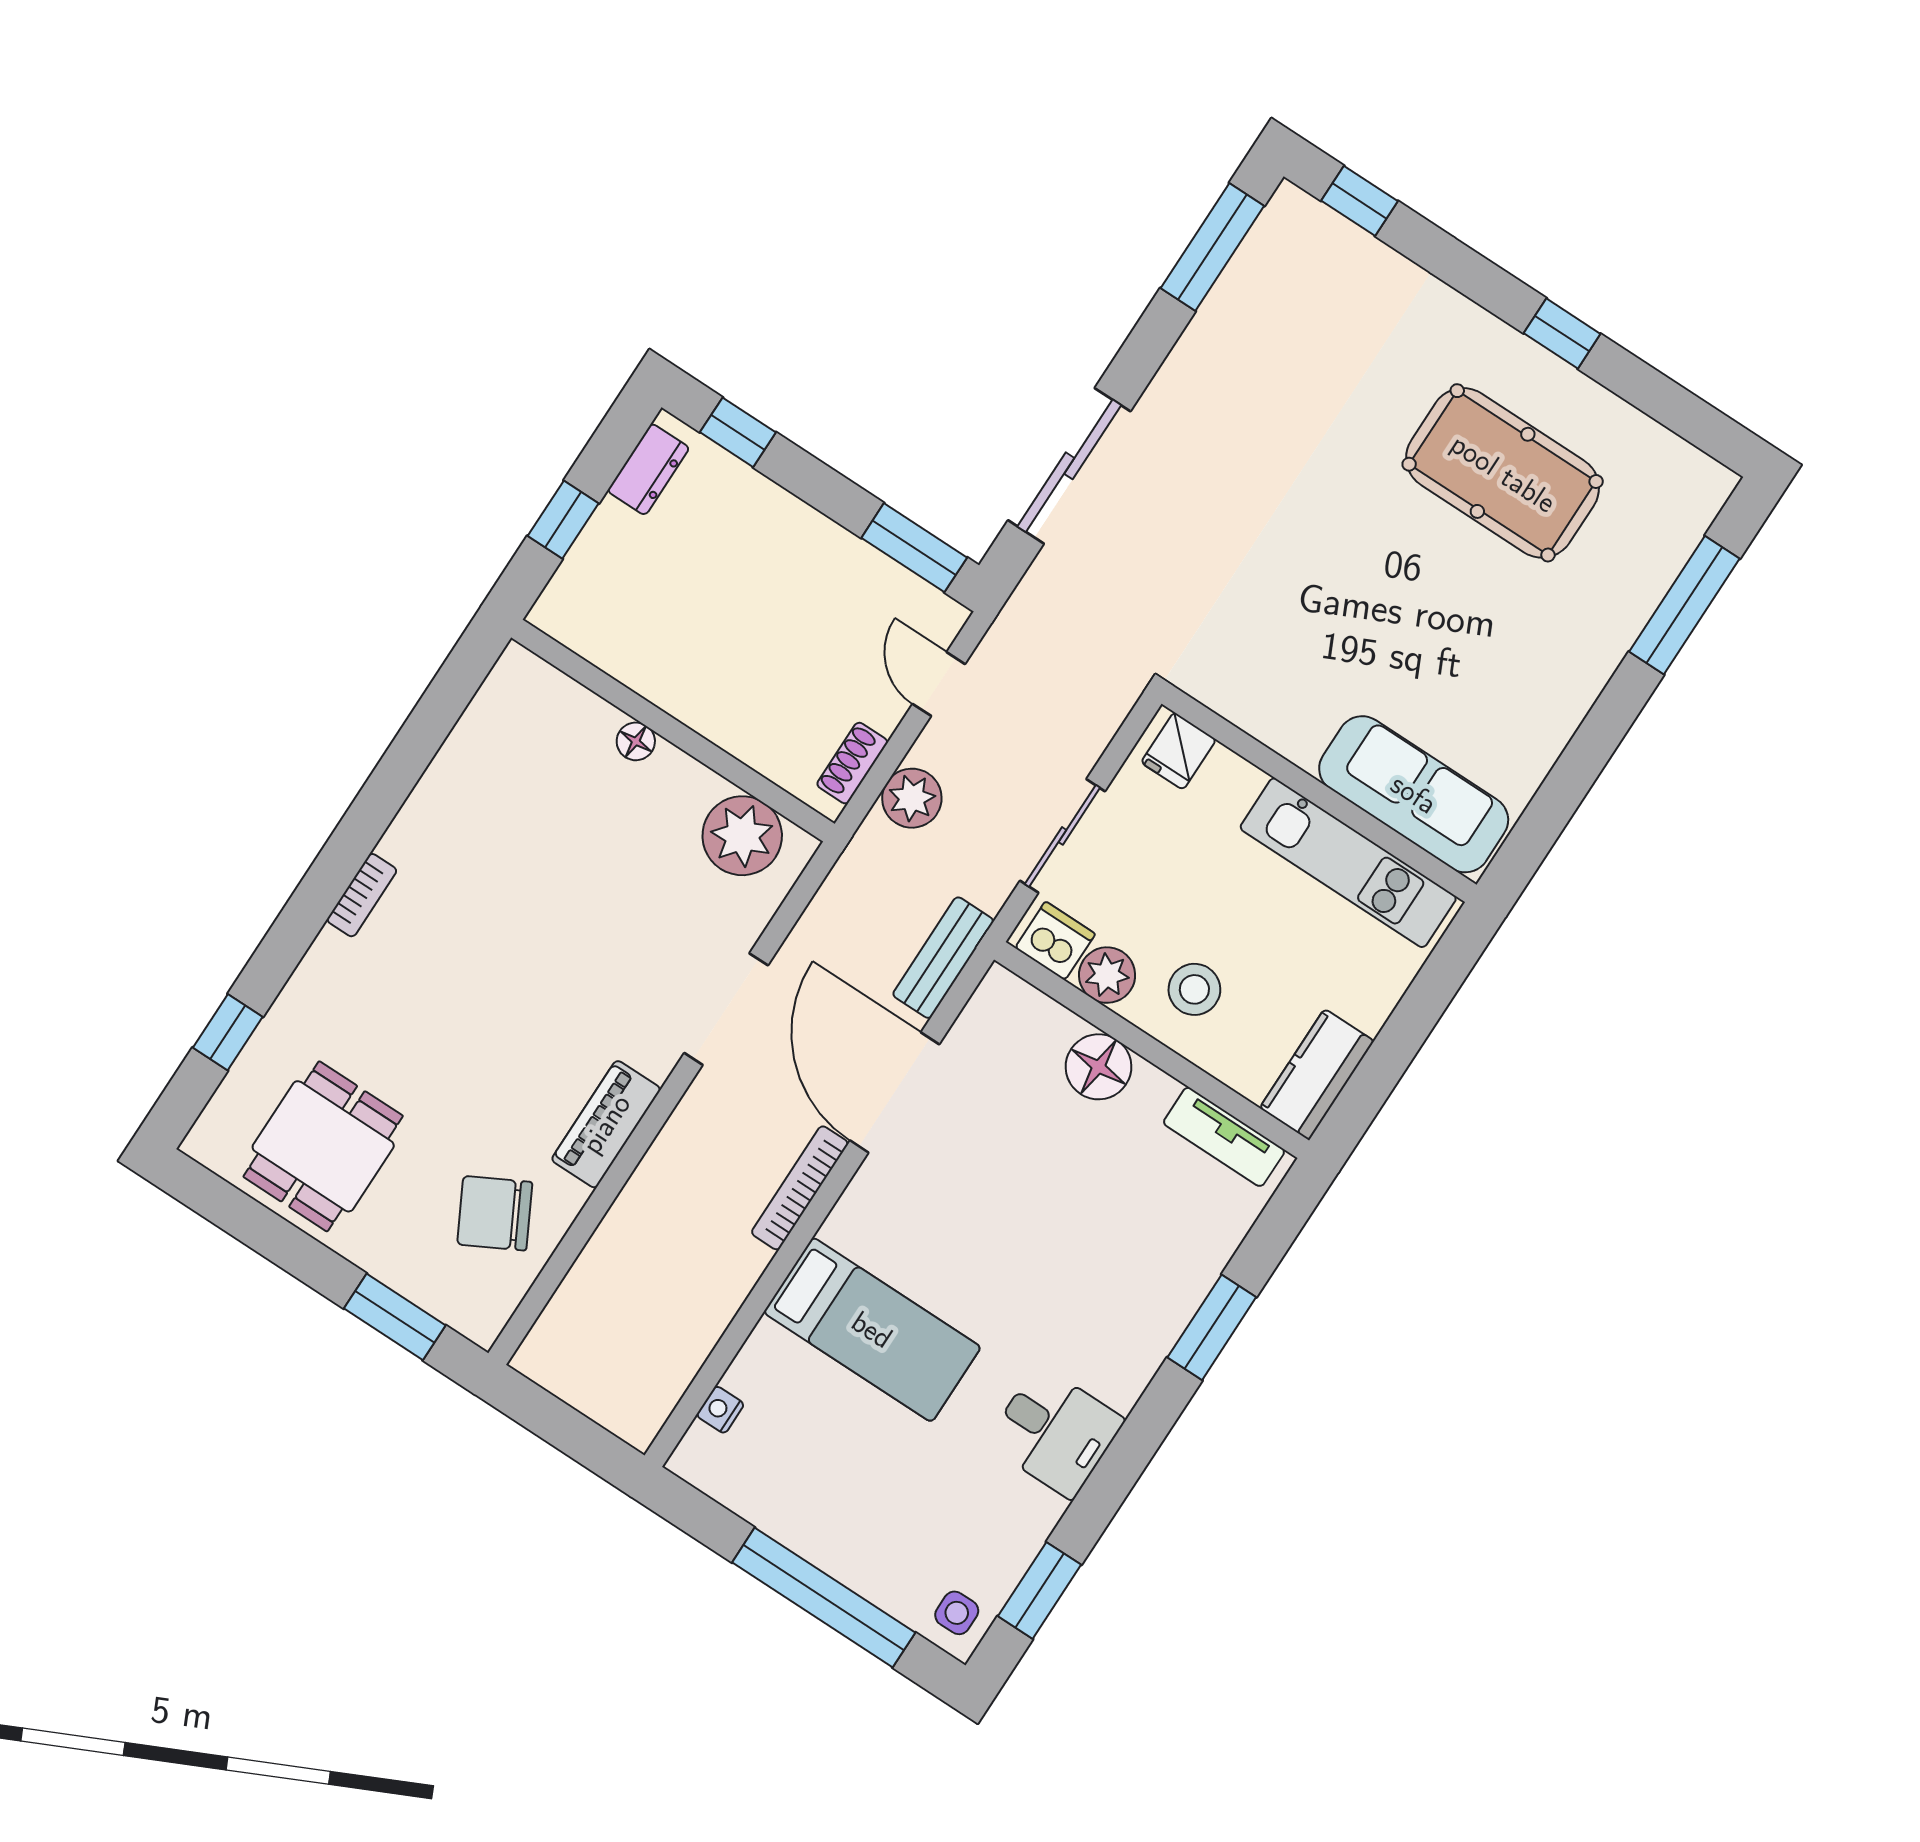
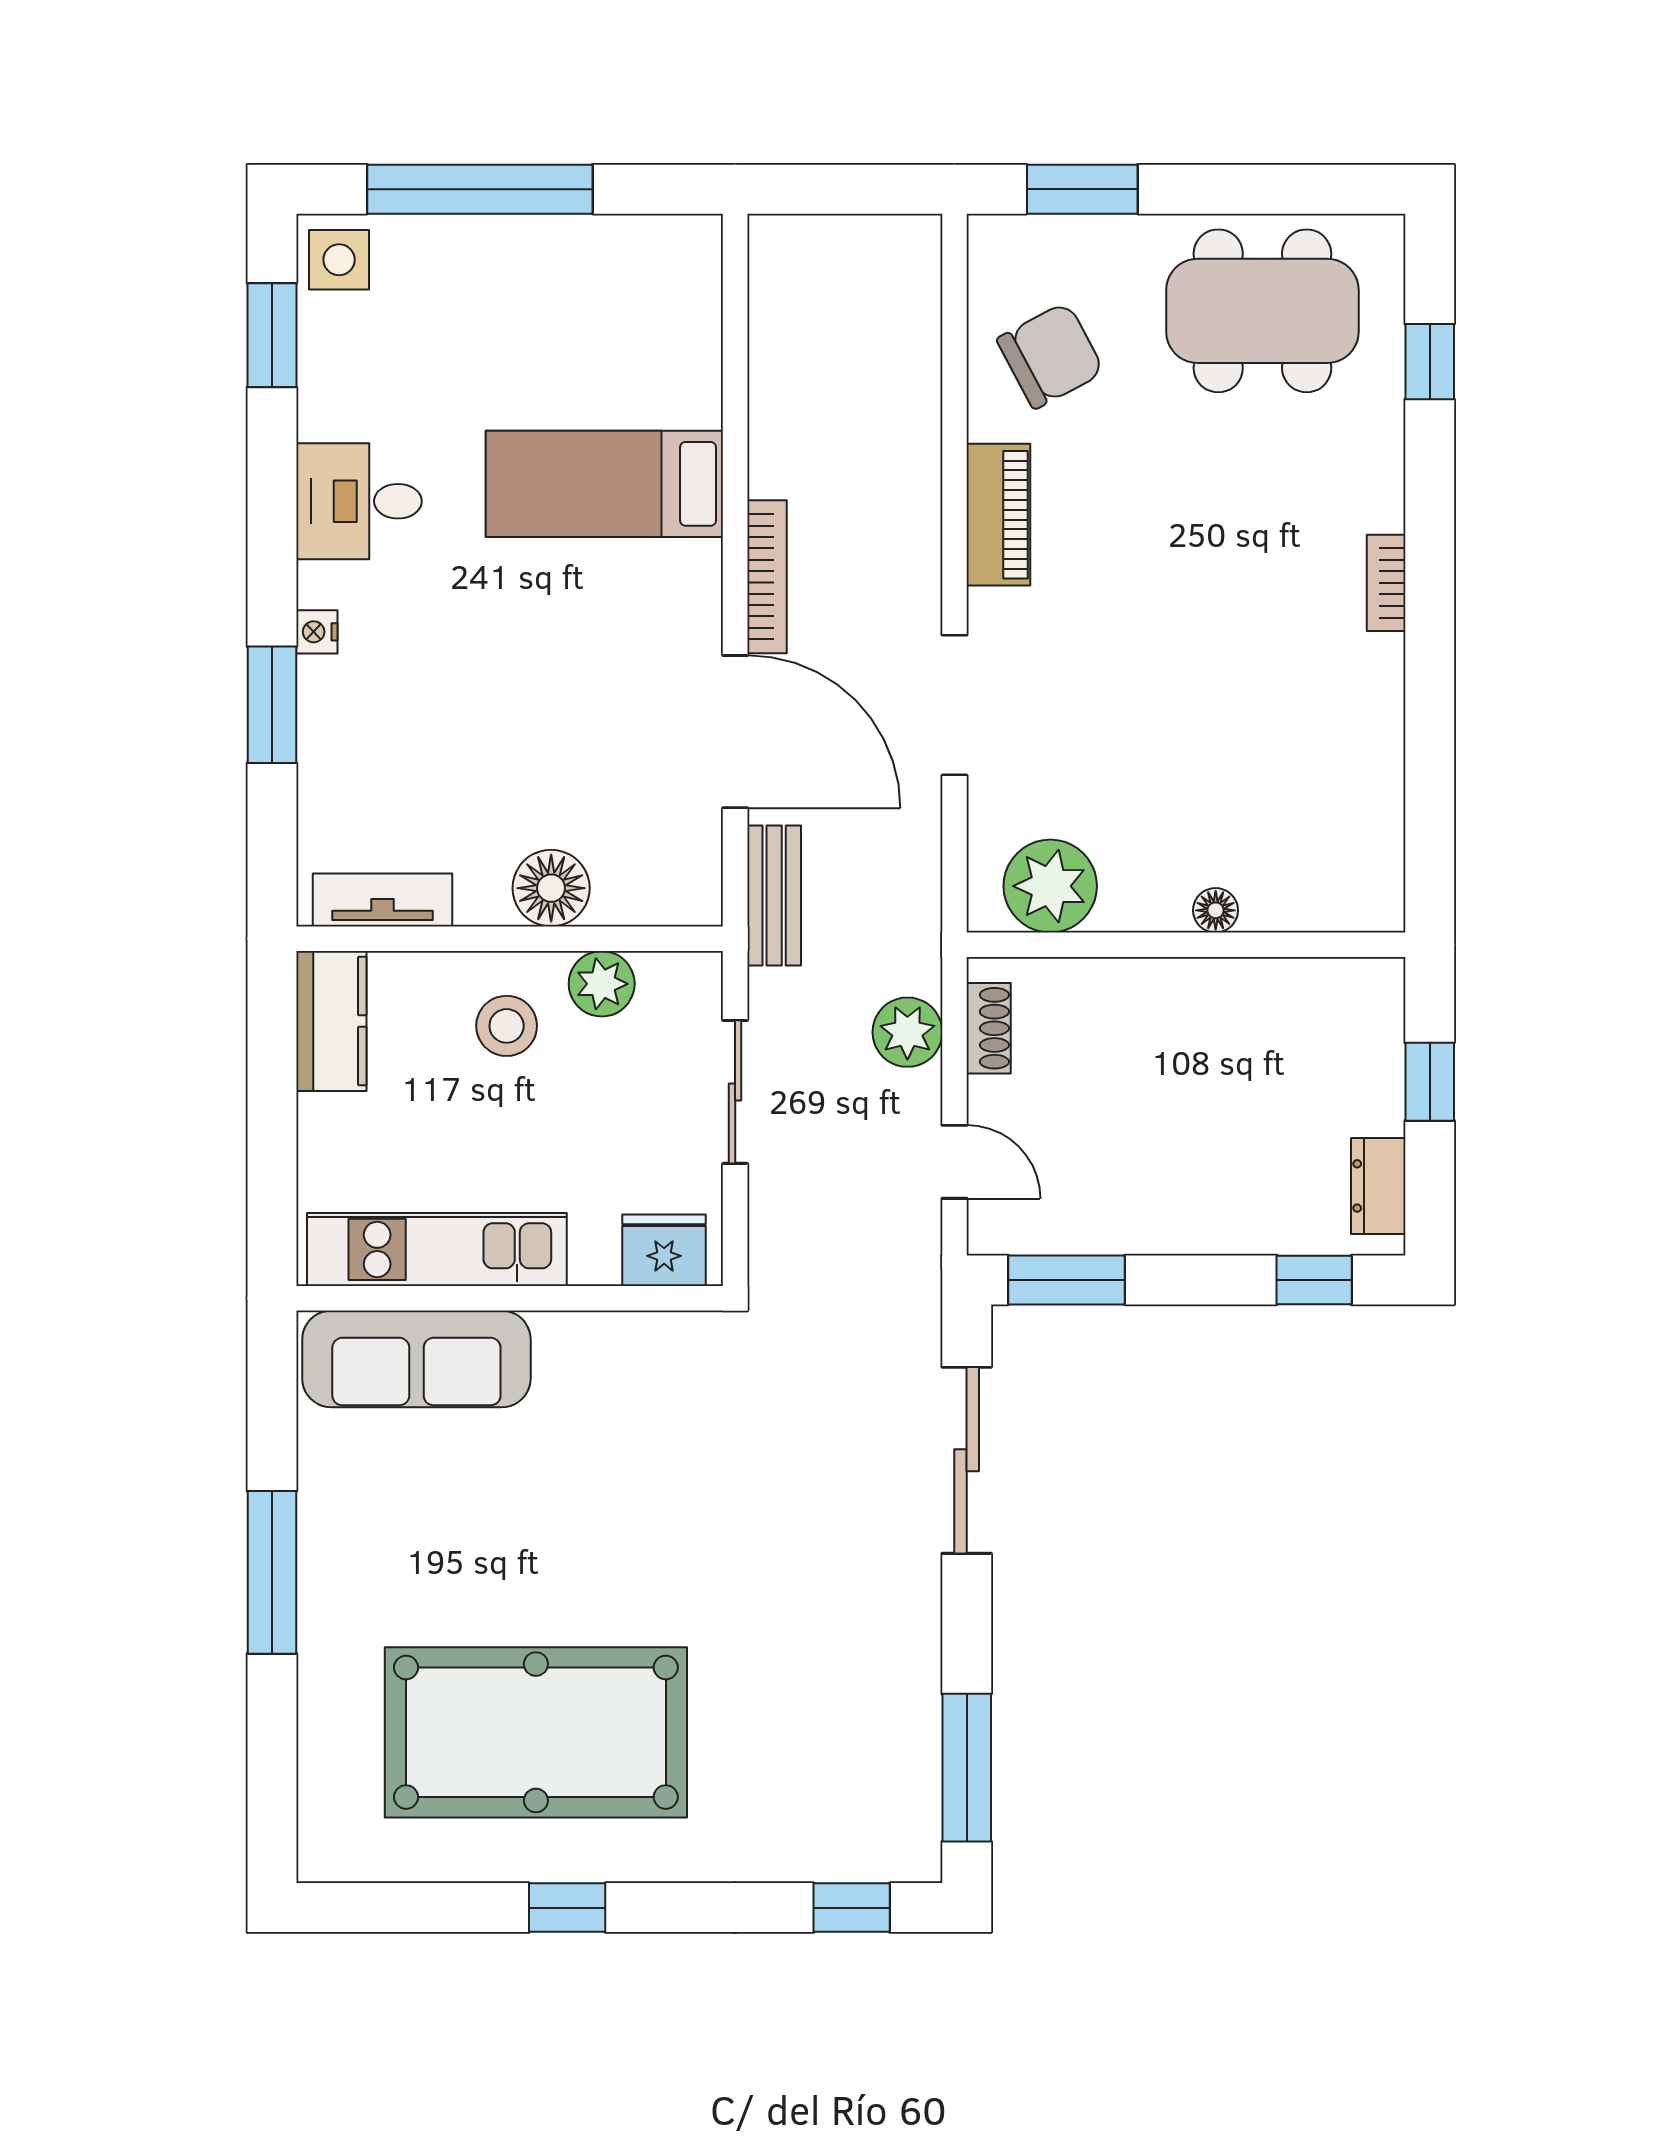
pool table: (1503, 473) -> (536, 1732), width x1.36, depth x1.32
window: (1684, 605) -> (272, 1572), moved
fridge: (1179, 751) -> (664, 1250), width x1.38
dishwasher: (1055, 941) -> (675, 984), removed
dining table: (323, 1146) -> (1262, 311), width x1.38
nightstand: (720, 1410) -> (317, 632), moved, turned 180
side table: (957, 1613) -> (339, 260), width x1.37, depth x1.37

